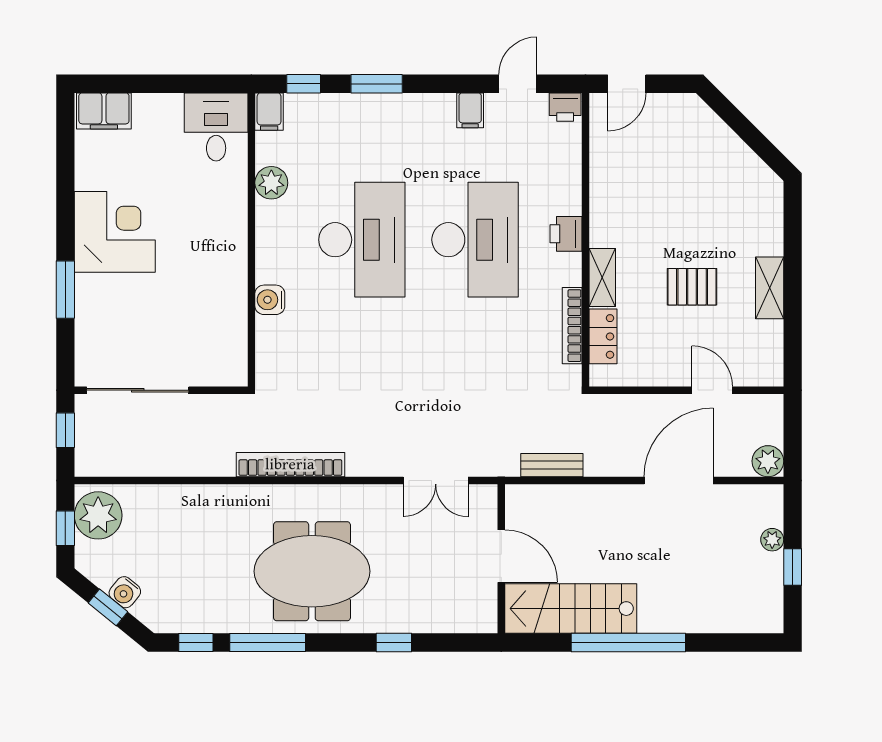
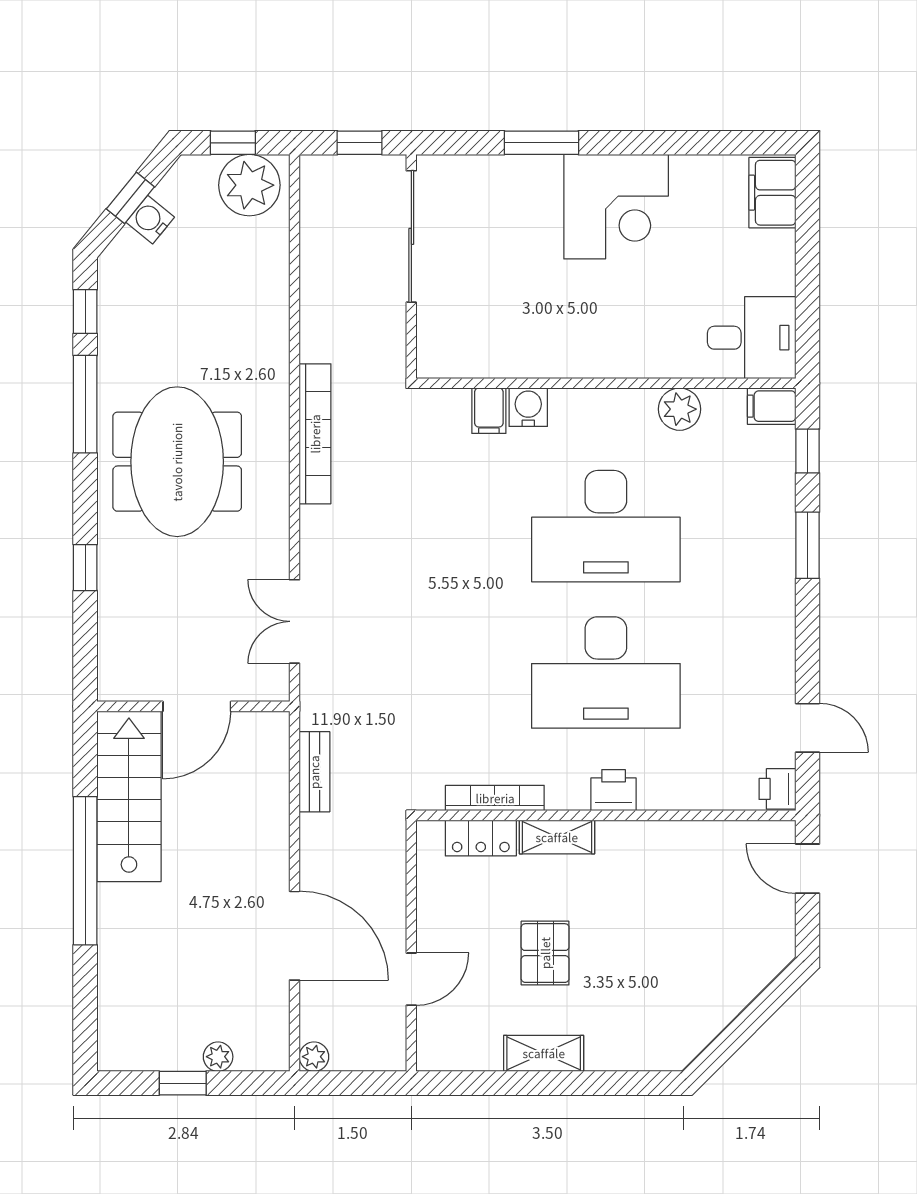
filing cabinet: (470, 110) -> (489, 411), moved, turned -90
plant: (768, 461) -> (314, 1057), width x0.73, depth x0.73

